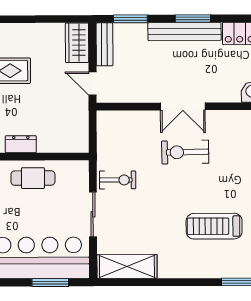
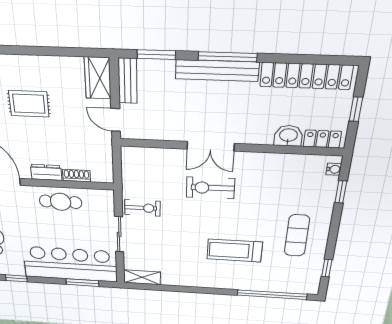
window: (193, 19) -> (227, 57), width x1.44
shoe rack: (51, 146) -> (76, 176), added
shelving: (127, 266) -> (142, 277), width x0.67, depth x0.75

